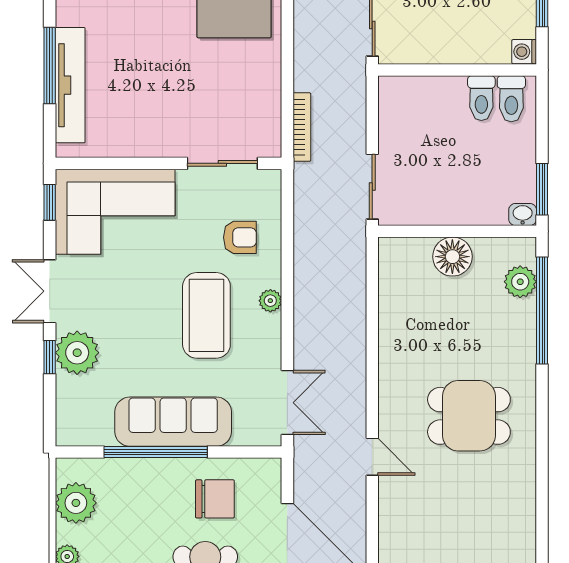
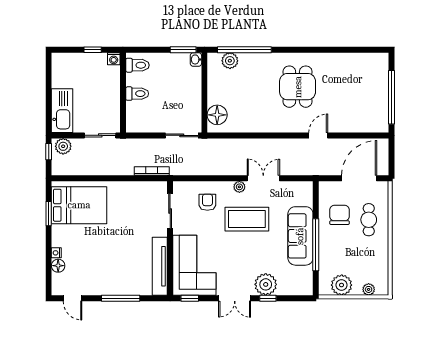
tv unit: (70, 85) -> (160, 266), moved, turned -90
toilet: (481, 98) -> (137, 94), moved
floor lamp: (452, 257) -> (217, 115), moved
double door: (287, 403) -> (263, 178), moved

